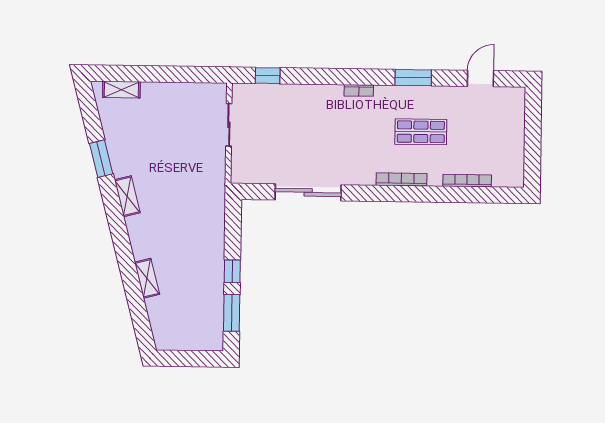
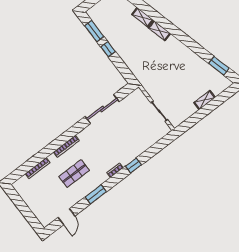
window: (268, 76) -> (133, 166), moved
shelving: (121, 90) -> (205, 100), moved
window: (101, 159) -> (219, 66), moved
shelving: (127, 196) -> (159, 31), moved

